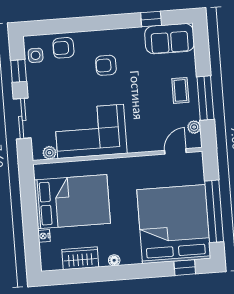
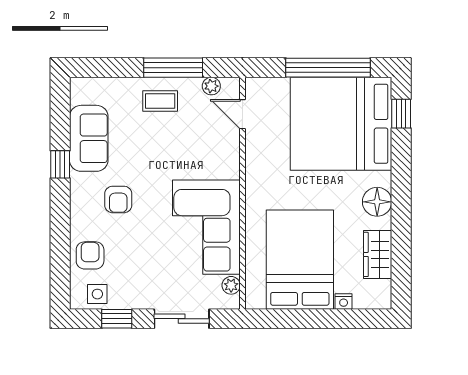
window: (151, 19) -> (60, 164), moved
sofa: (169, 39) -> (89, 138), moved
armchair: (63, 48) -> (90, 255), turned 180
floor lamp: (114, 260) -> (377, 202), width x1.89, depth x1.89

